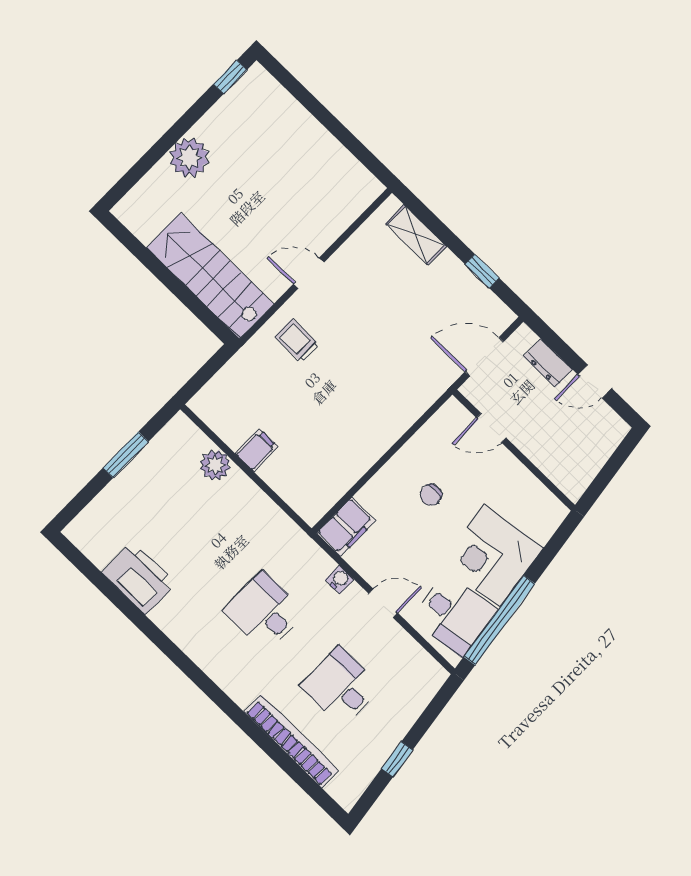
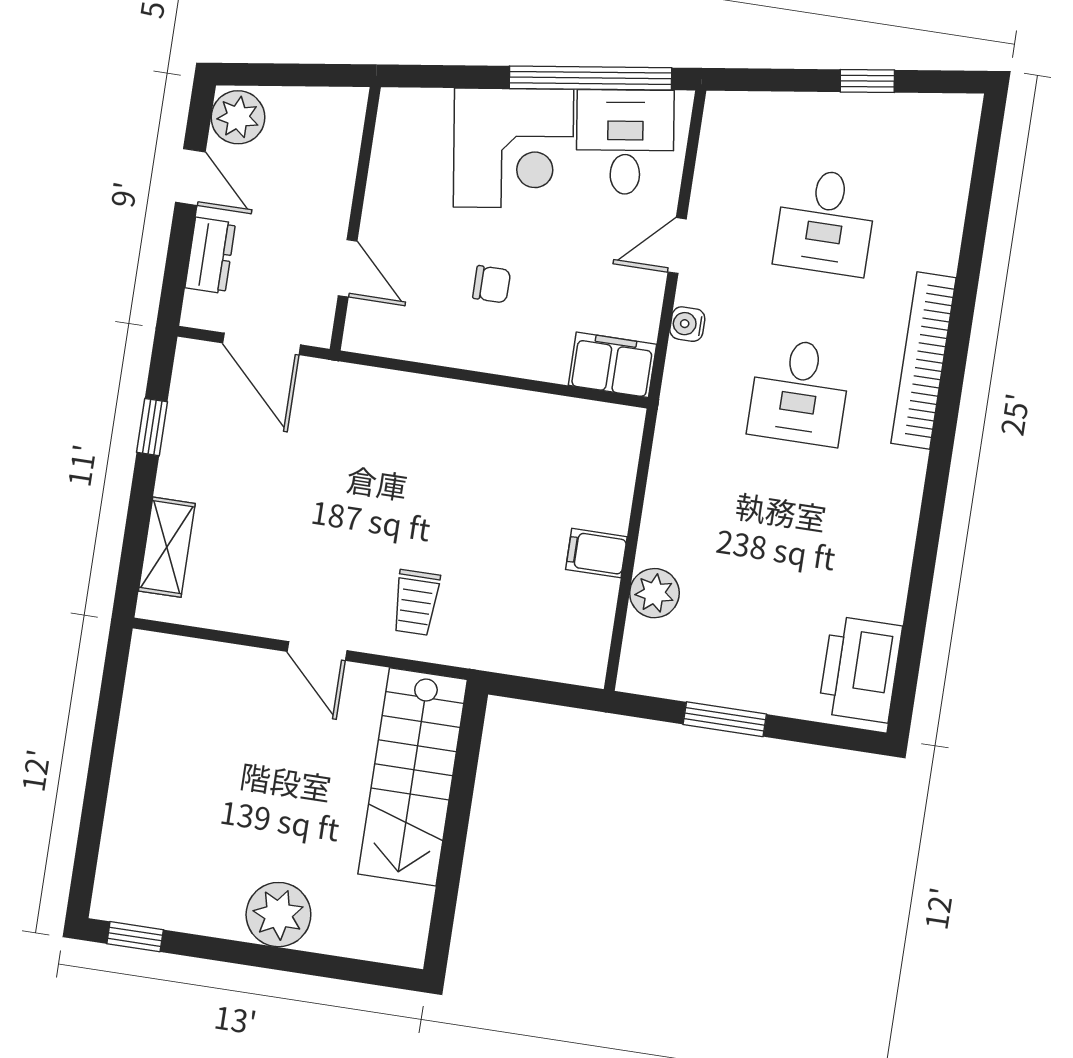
plant: (608, 427) -> (238, 117), added
printer: (139, 578) -> (860, 669), moved
door: (383, 603) -> (677, 246), hinge flipped
bookcase: (291, 741) -> (923, 360), moved

